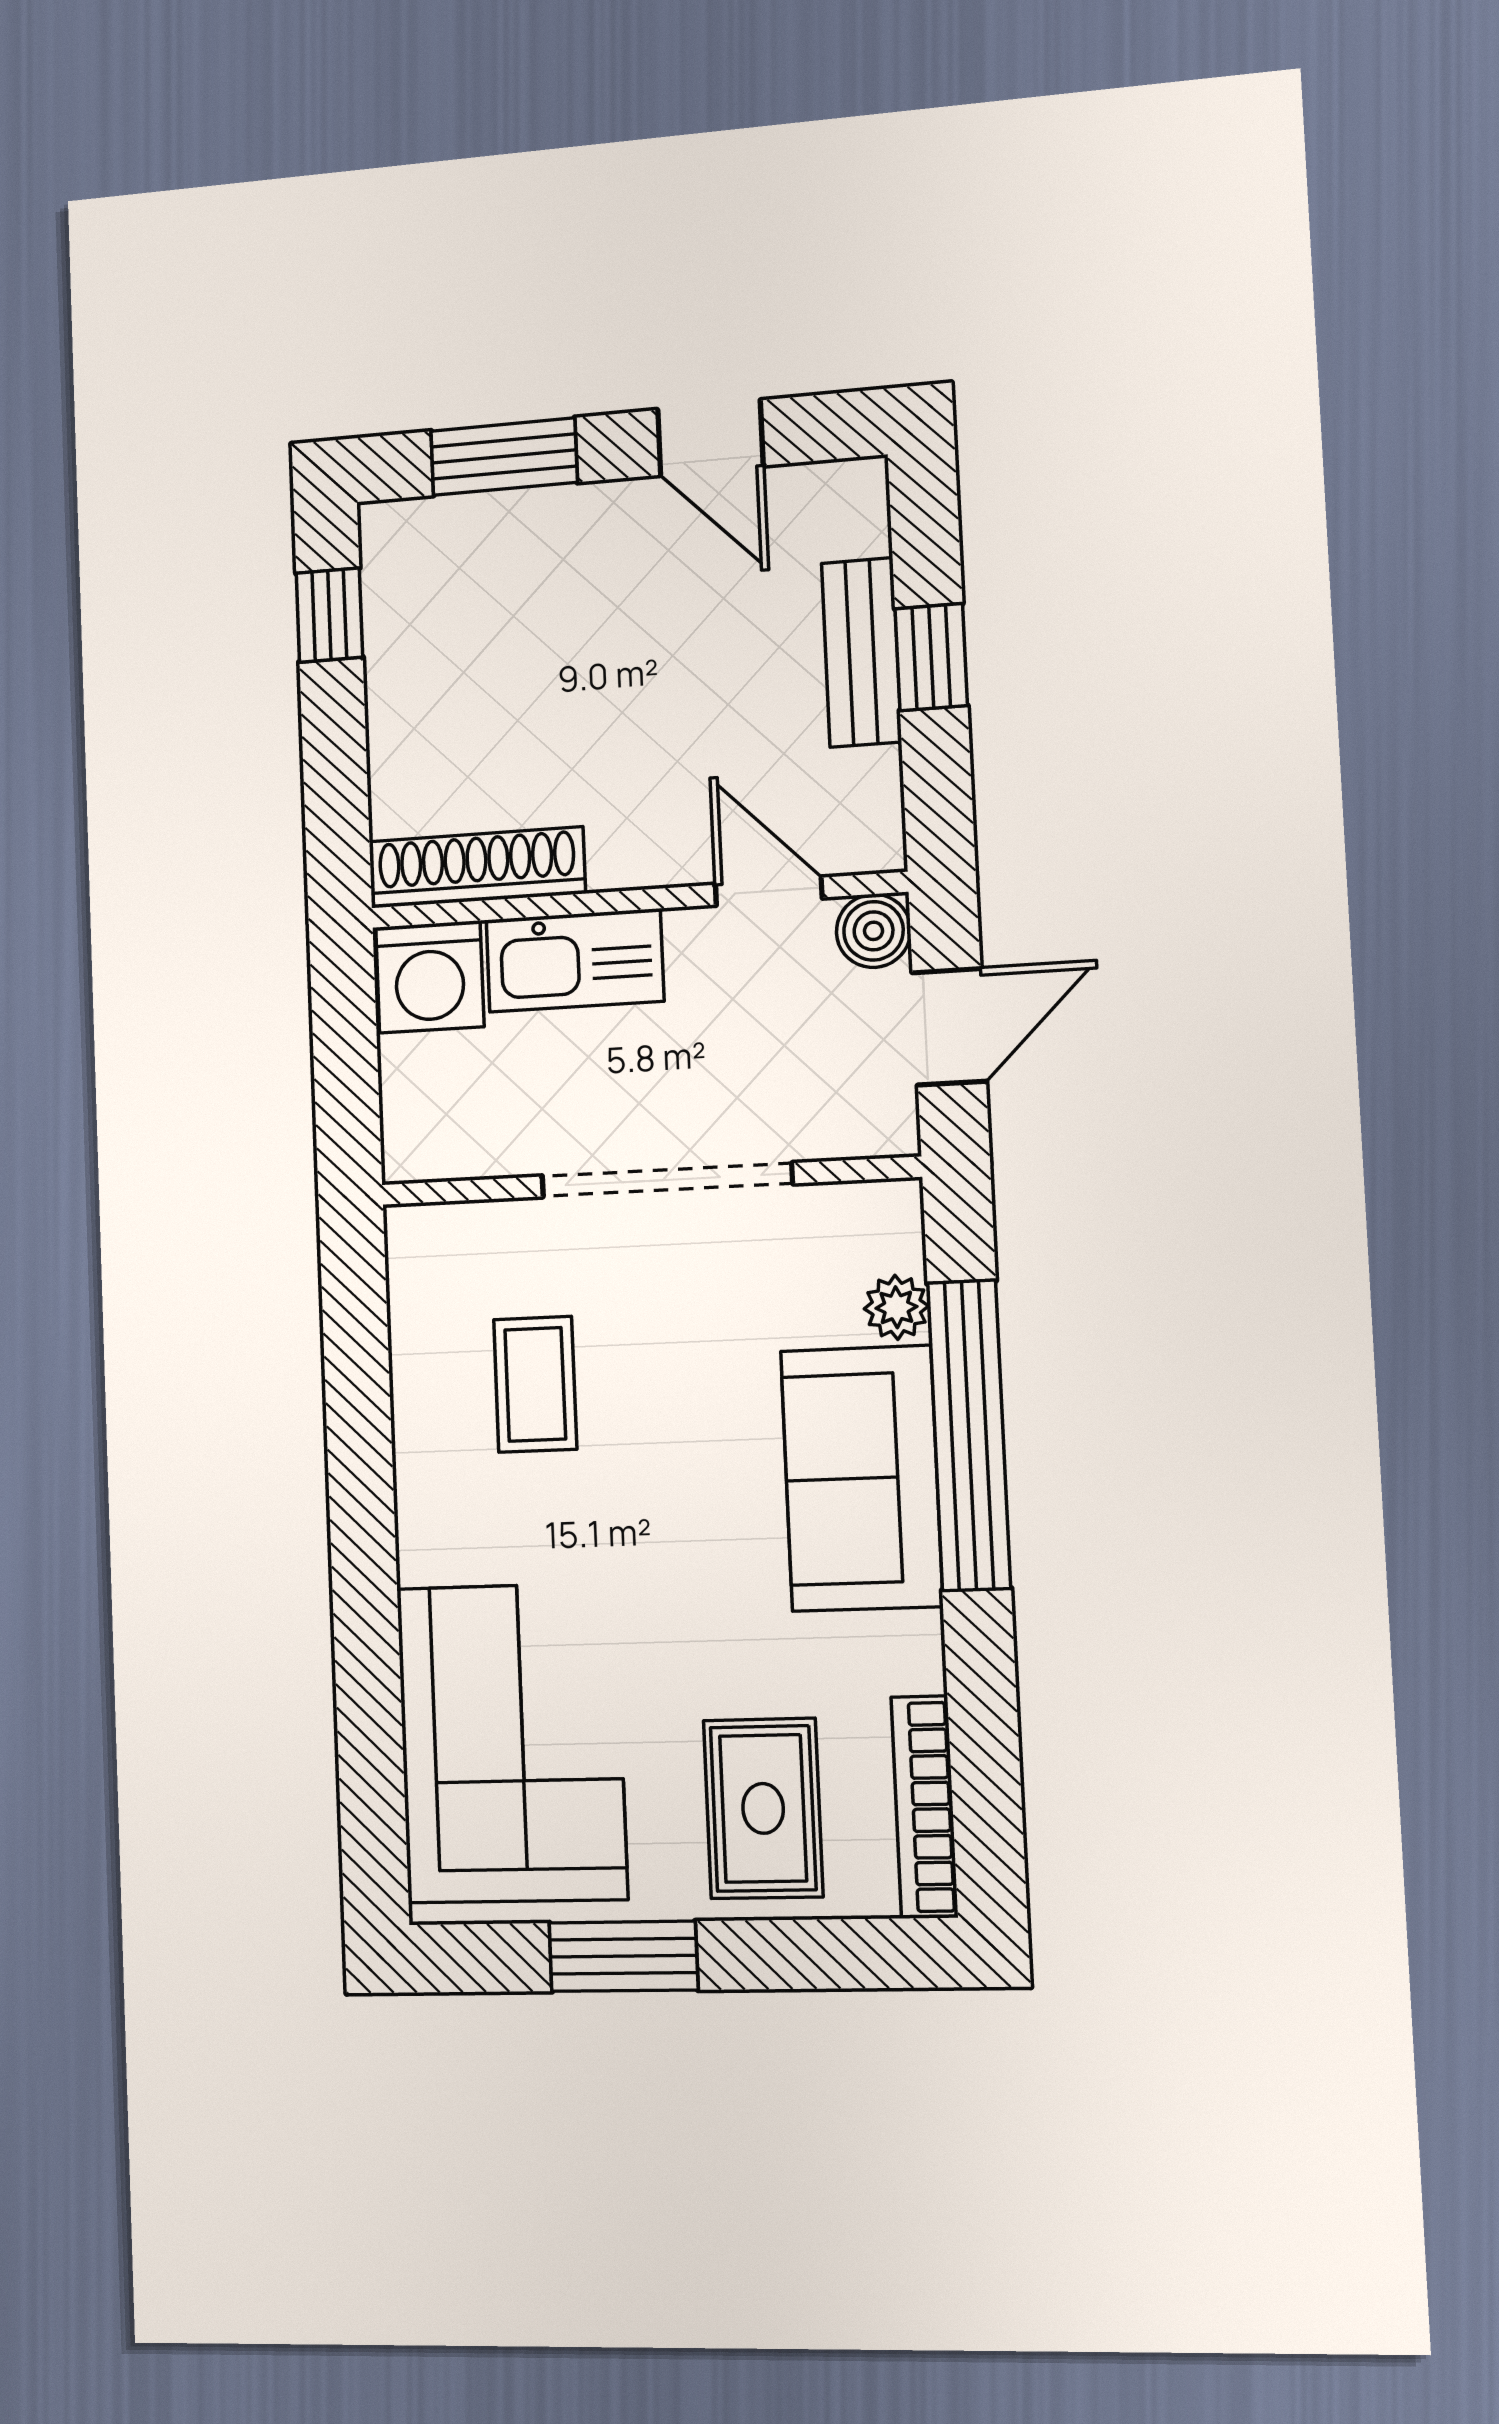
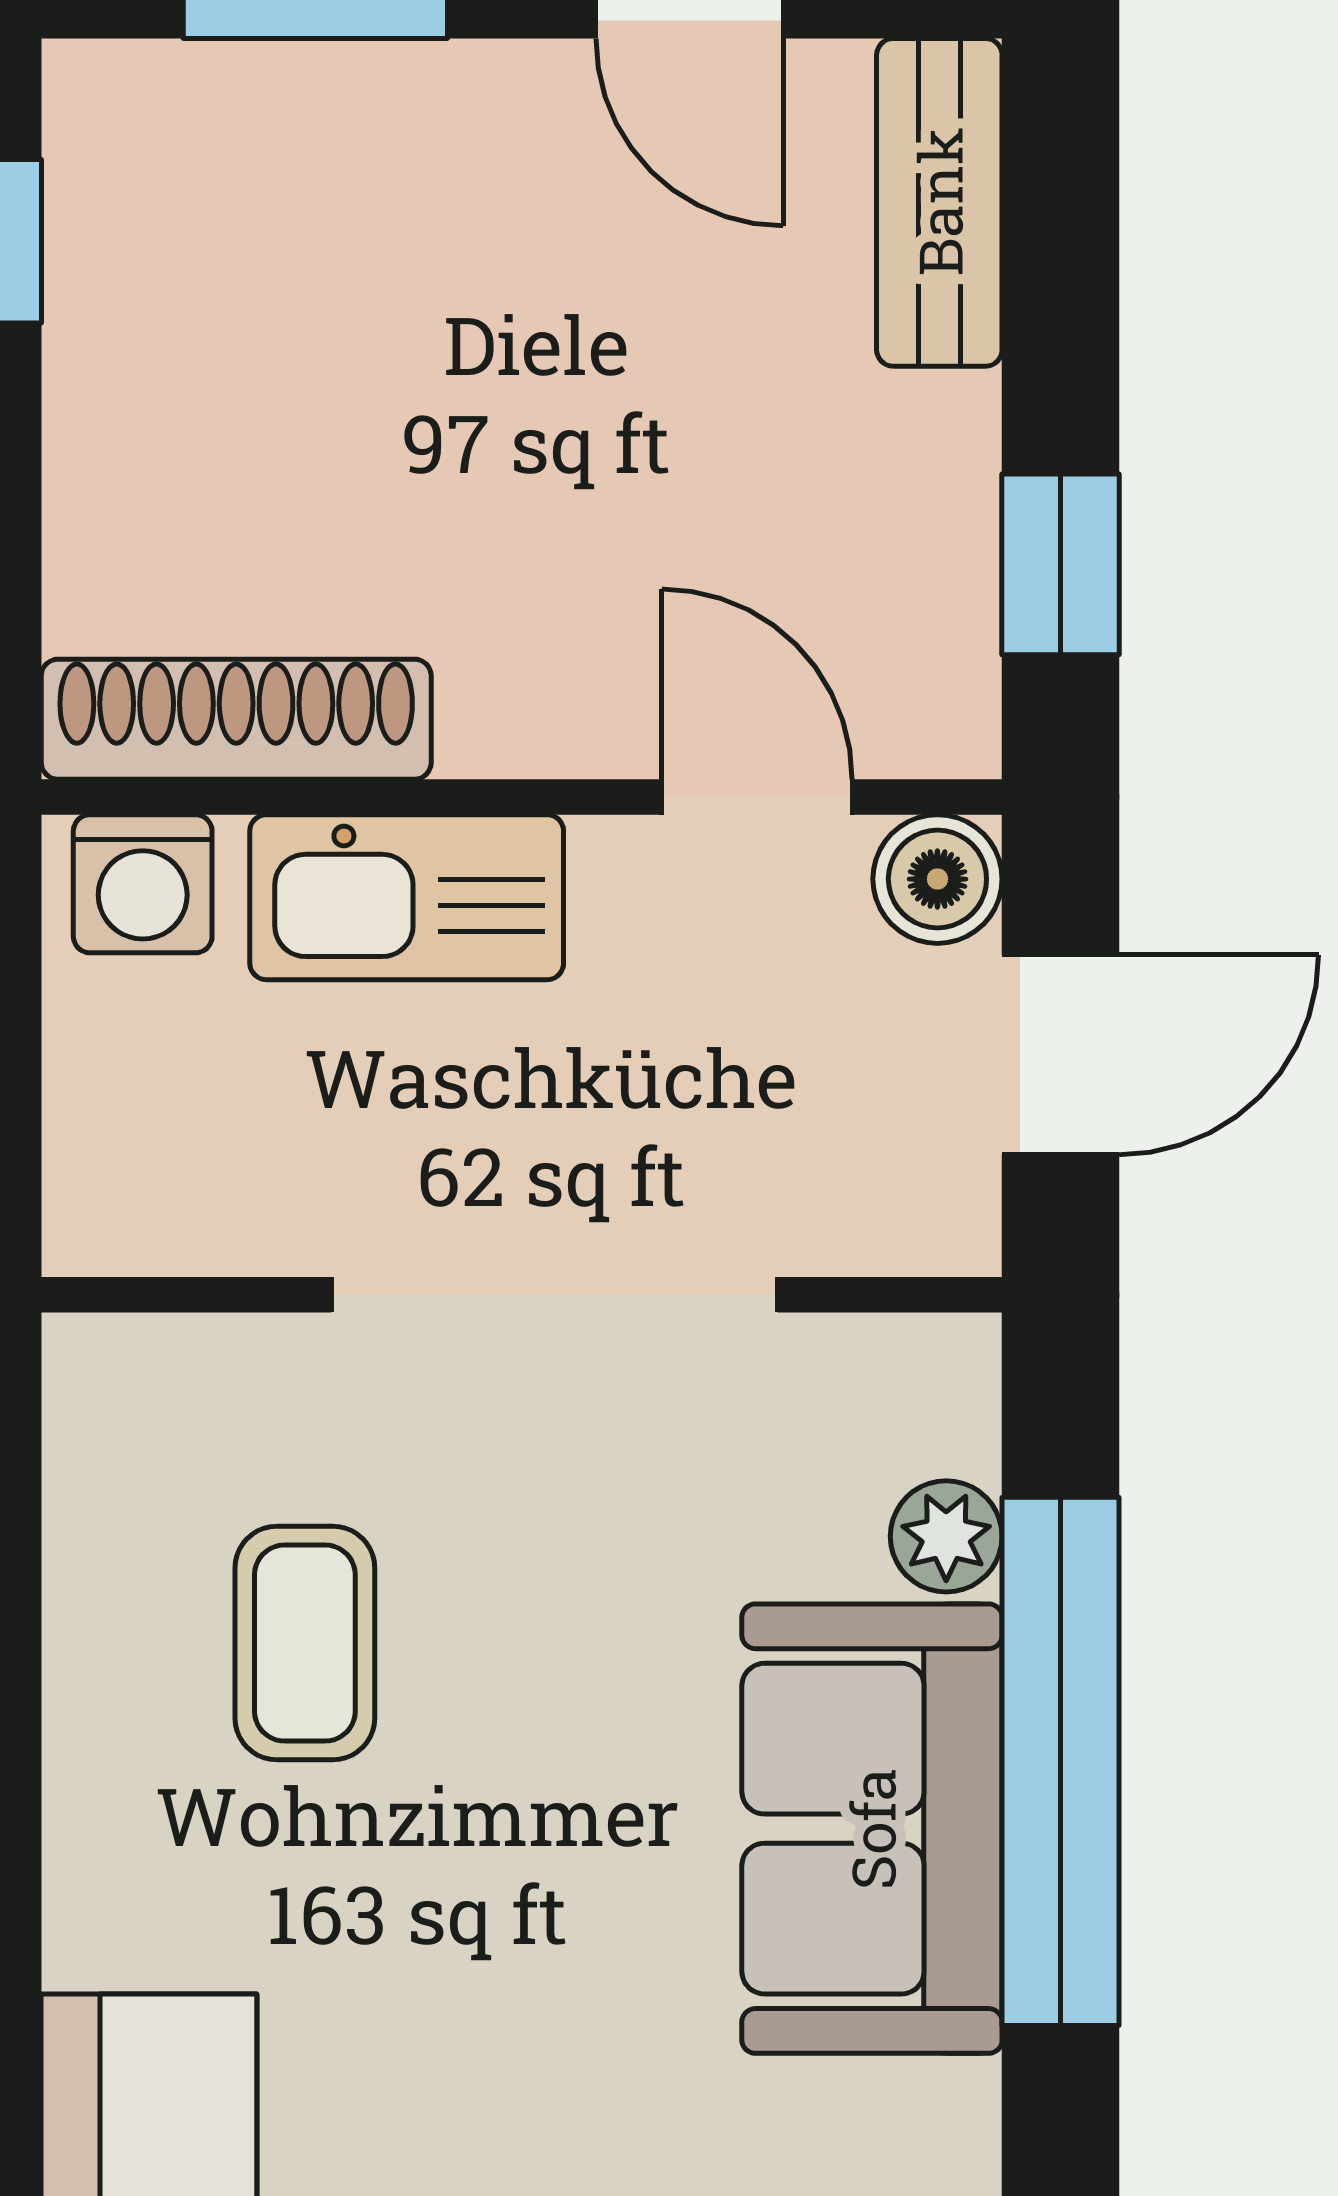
bench: (861, 652) -> (939, 202), moved
window: (931, 657) -> (1061, 564), moved
washing machine: (430, 977) -> (143, 884), width x0.73, depth x0.73

